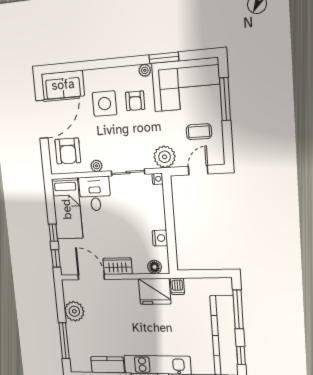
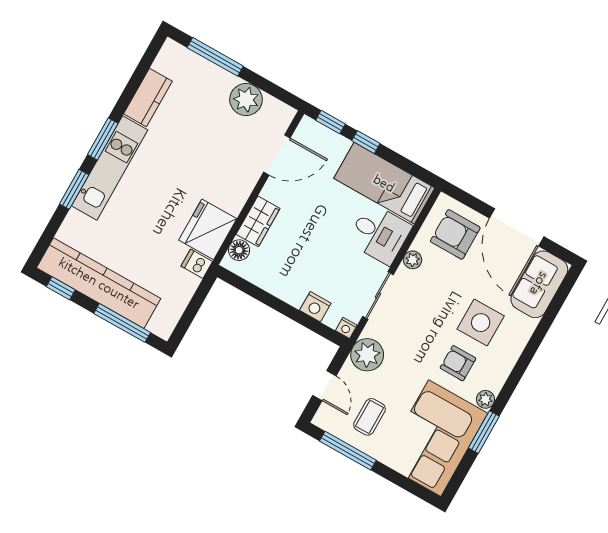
window: (225, 99) -> (348, 451), moved
nightstand: (160, 238) -> (315, 307), moved
wardrobe: (118, 266) -> (258, 221), moved

